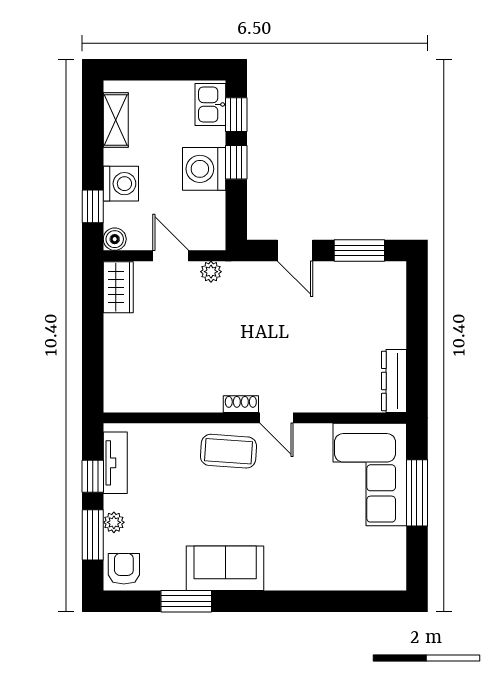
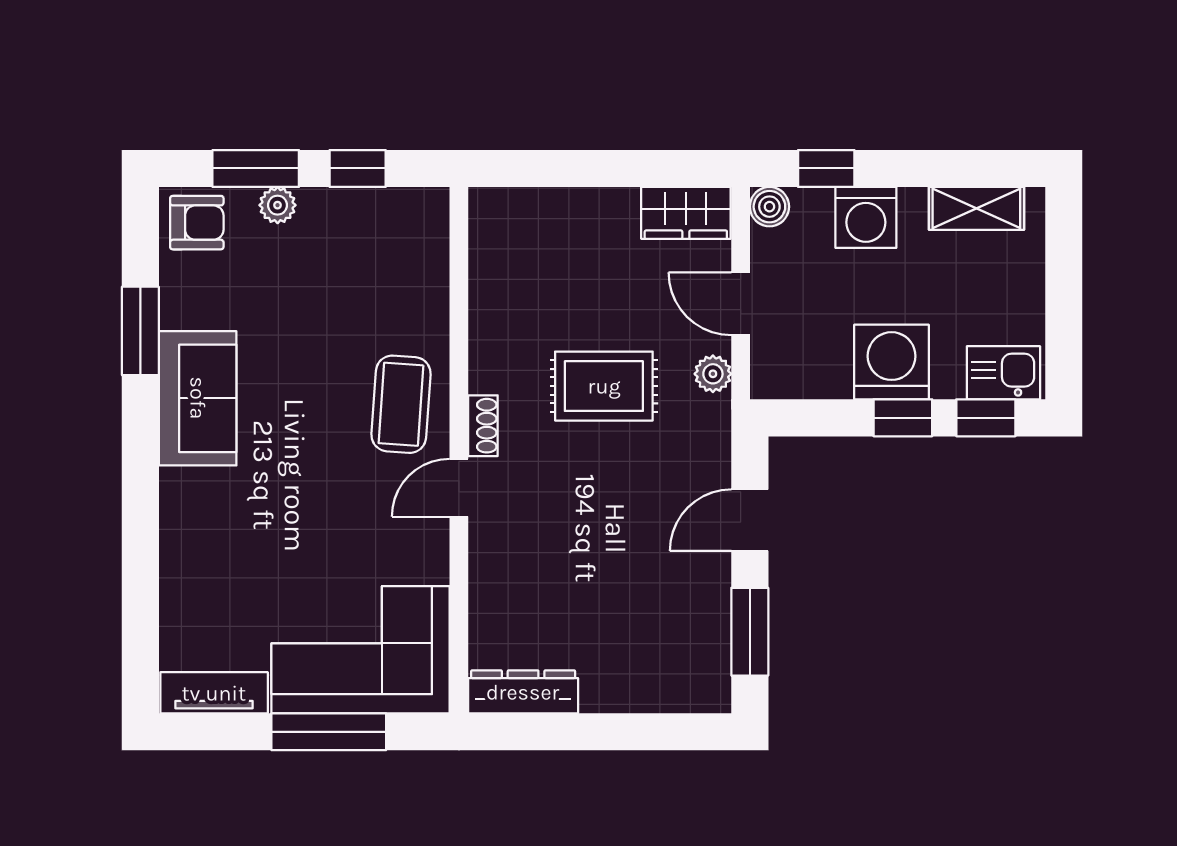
door: (171, 256) -> (741, 304), swing flipped
rug: (218, 334) -> (604, 386), added
tv unit: (115, 463) -> (214, 693), moved, turned 180

